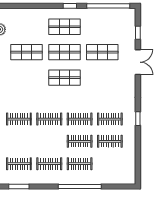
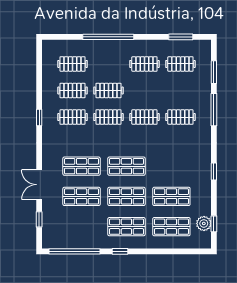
shop shelf: (27, 27) -> (171, 227), added
shop shelf: (102, 78) -> (82, 166), added
clothes rail: (80, 164) -> (73, 64), moved

